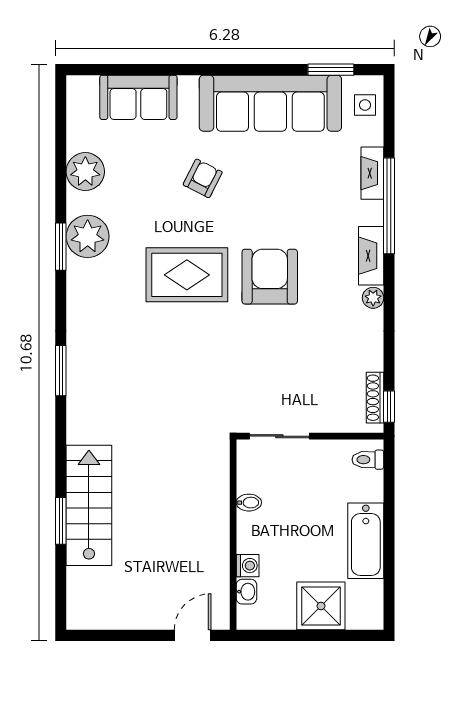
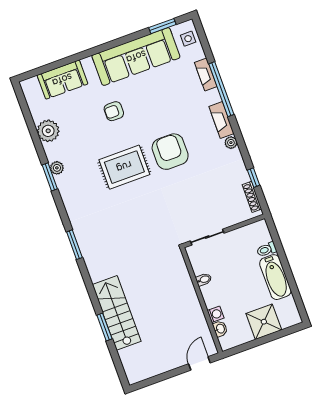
armchair: (203, 178) -> (114, 111), turned -117
plant: (88, 236) -> (57, 168), width x0.53, depth x0.53
window: (389, 407) -> (254, 178), moved
toilet: (368, 460) -> (267, 249), moved

